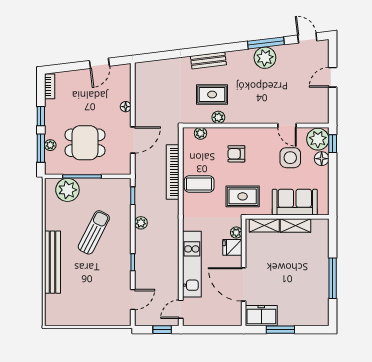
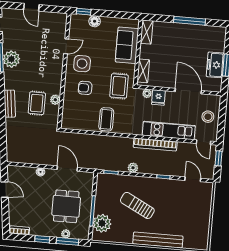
plant: (200, 133) -> (67, 115), removed
plant: (318, 139) -> (79, 23), removed
armchair: (236, 154) -> (85, 88), turned 90
side table: (290, 158) -> (82, 64), moved
bookcase: (173, 172) -> (155, 144), moved
shelving: (295, 225) -> (147, 32), moved
door: (244, 284) -> (188, 91), swing flipped
stool: (213, 312) -> (208, 117), added
freezer: (261, 316) -> (215, 65), moved

